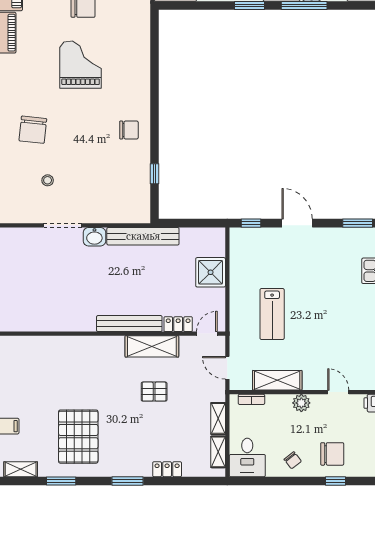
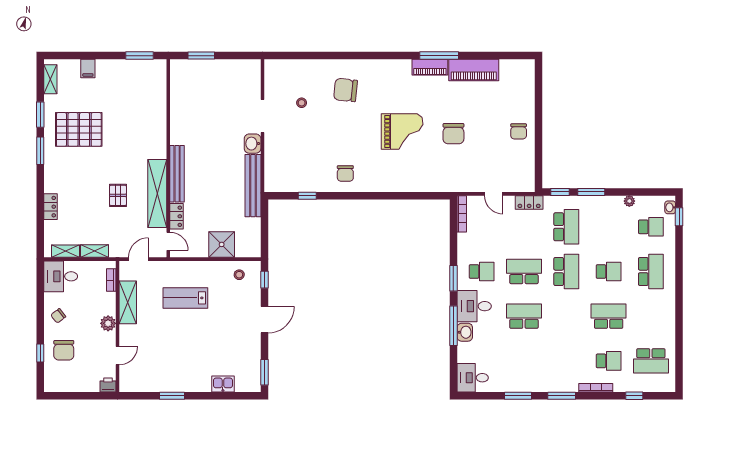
stool: (245, 252) -> (239, 275), added
shelving: (152, 346) -> (157, 193), width x1.47
window: (128, 481) -> (40, 151), moved

